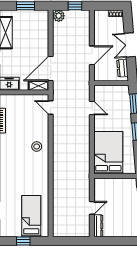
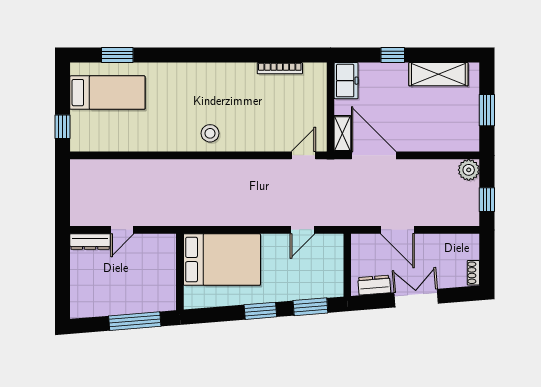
stool: (37, 146) -> (210, 133), moved
door: (92, 208) -> (122, 230), hinge flipped
bed: (31, 216) -> (107, 93), moved
window: (23, 241) -> (63, 127), moved

